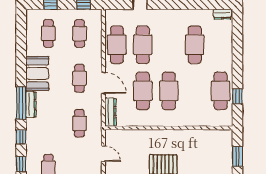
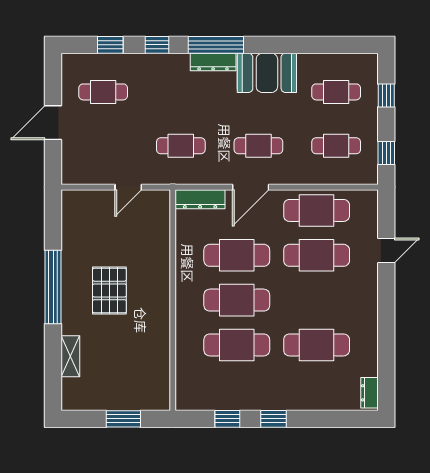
window: (237, 70) -> (274, 419), added
cafe table: (221, 91) -> (237, 345), moved

